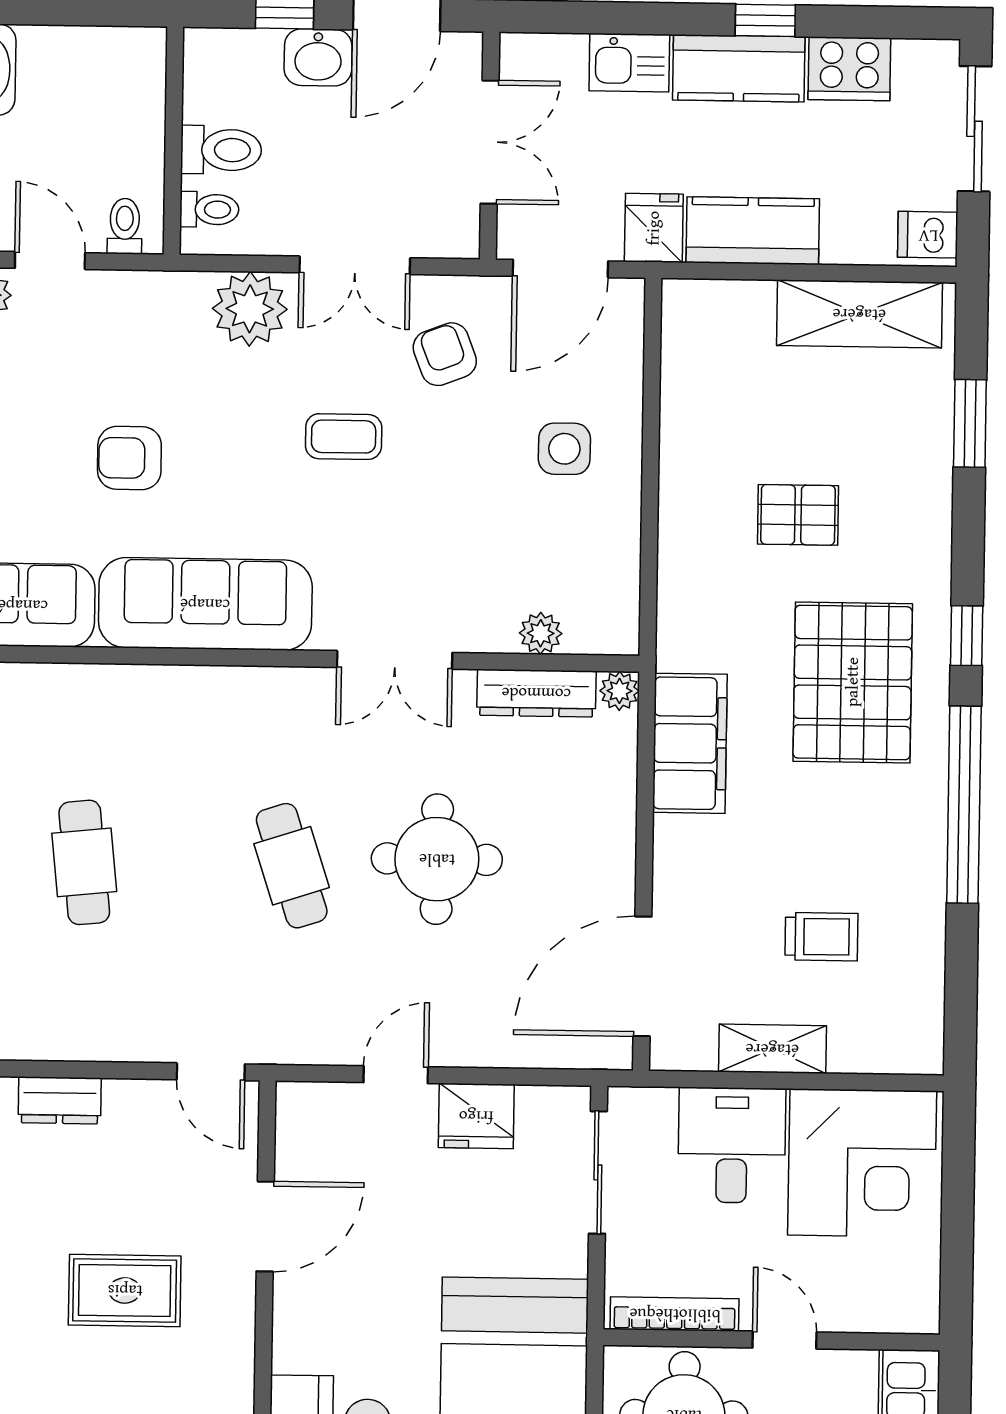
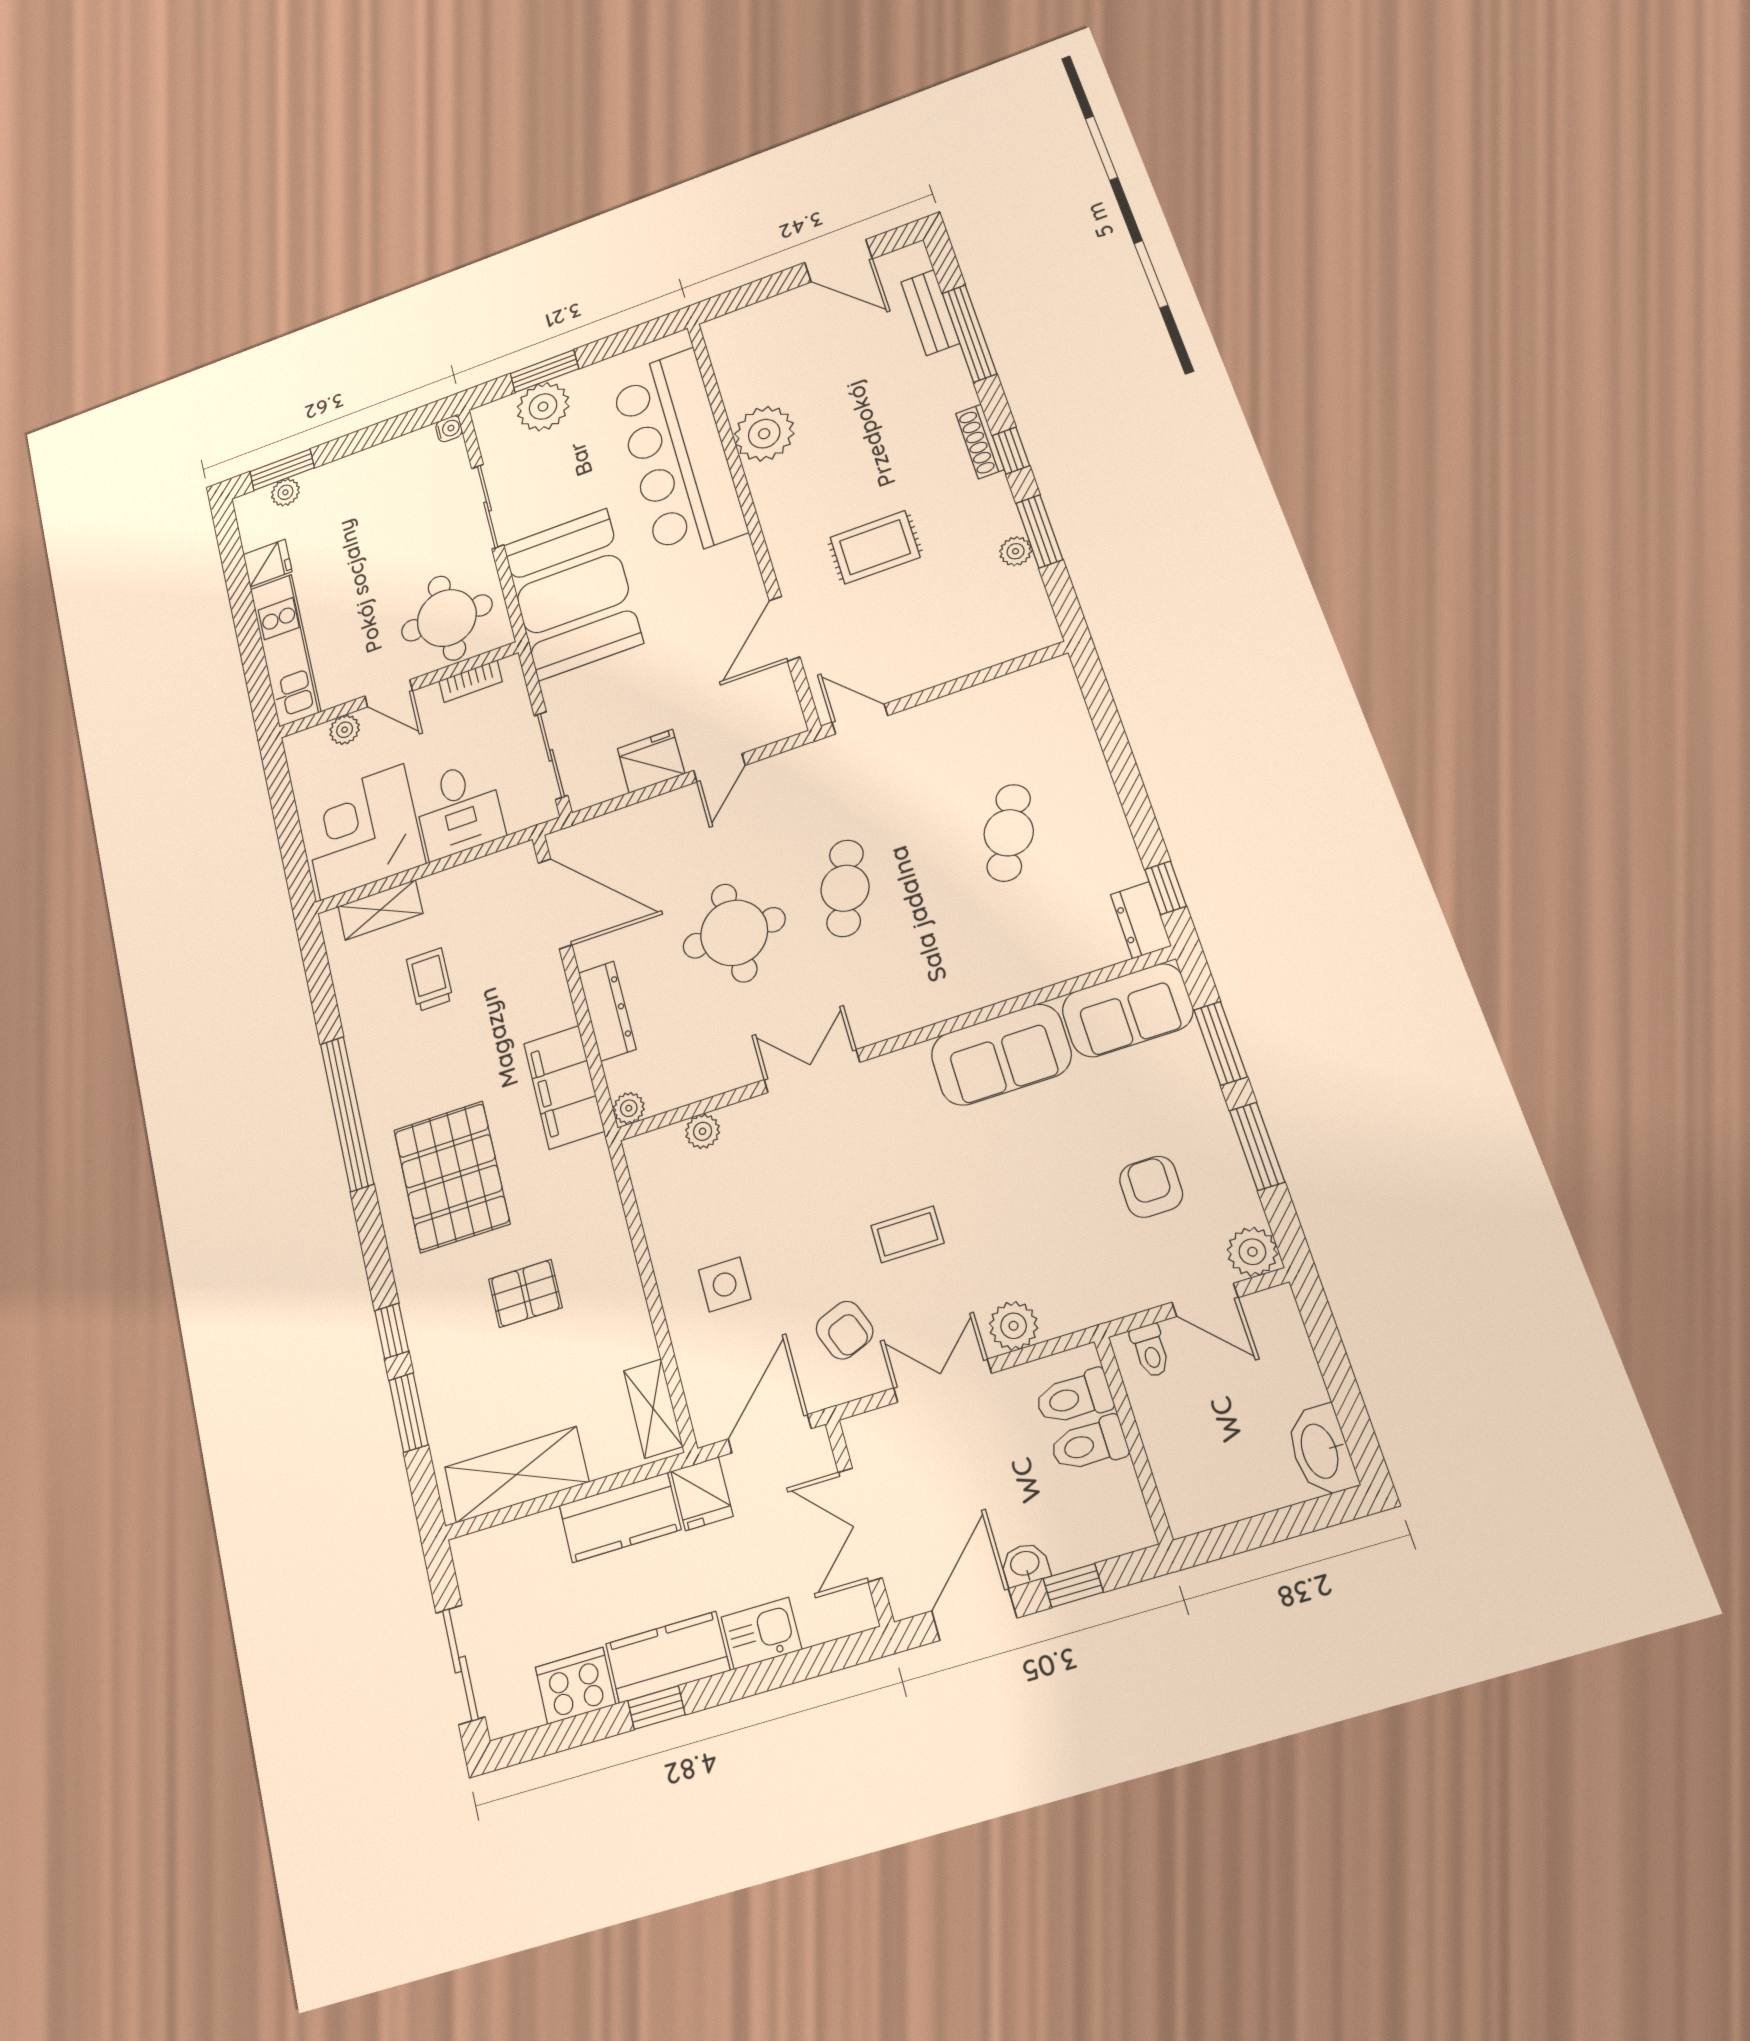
washbasin: (318, 57) -> (1025, 1564), width x0.72, depth x0.69
toilet: (209, 209) -> (1074, 1398), width x1.37, depth x1.39
dishwasher: (928, 235) -> (477, 1560), removed
plant: (250, 309) -> (1014, 1326), width x0.73, depth x0.73
shelving: (684, 337) -> (653, 1408), added
armchair: (129, 458) -> (1151, 1187), moved, turned -90
sofa: (205, 604) -> (1001, 1055), width x0.73
window: (967, 636) -> (392, 1331), moved
dresser: (536, 693) -> (607, 1011), moved, turned 90
cafe table: (84, 862) -> (1009, 833), turned 30
cafe table: (292, 866) -> (845, 888), turned 36
trolley: (821, 937) -> (430, 980), turned 90
door: (642, 976) -> (555, 904), hinge flipped
shelving: (772, 1049) -> (380, 910), moved
dresser: (60, 1100) -> (969, 657), removed
plant: (854, 1312) -> (345, 730), added
bookcase: (675, 1314) -> (471, 681), width x0.64

